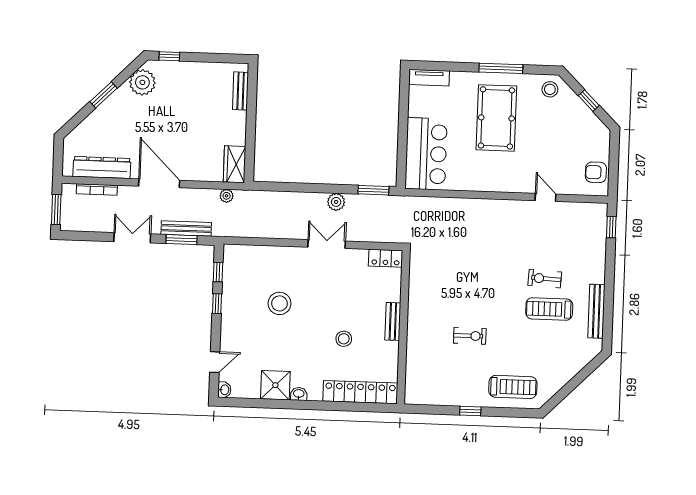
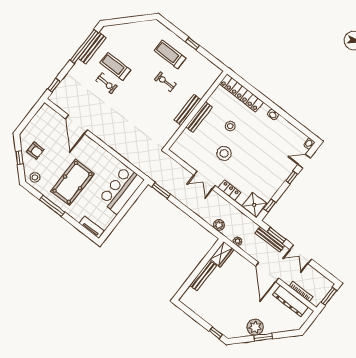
plant: (142, 82) -> (255, 327), moved
bench: (241, 91) -> (203, 275), moved, width x1.36
armchair: (596, 172) -> (35, 151), moved
door: (546, 197) -> (76, 124), width x1.88
plant: (336, 202) -> (219, 225), moved
locker: (386, 258) -> (229, 190), moved
stool: (280, 303) -> (224, 153), moved
window: (217, 304) -> (291, 177), moved
window: (608, 306) -> (84, 46), added
treadmill: (549, 309) -> (115, 66), turned 180
bench: (414, 320) -> (188, 110), added
bench: (393, 321) -> (199, 117), width x1.36
shower: (275, 385) -> (254, 205), moved
treadmill: (513, 387) -> (170, 54), moved

